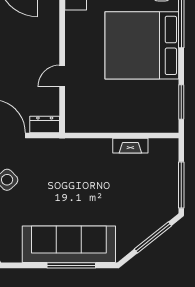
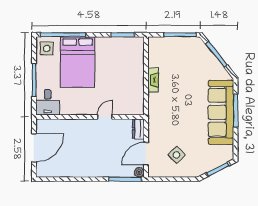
bed: (142, 45) -> (78, 62), width x0.73
door: (62, 76) -> (105, 117), swing flipped
fireplace: (130, 146) -> (153, 80), moved

